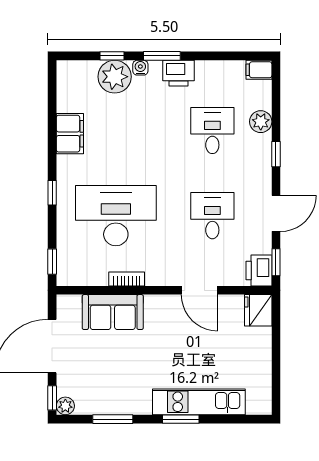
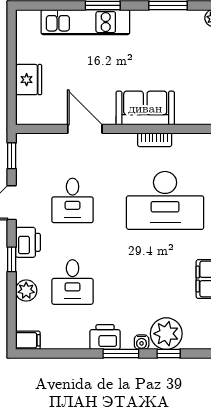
printer: (259, 270) -> (28, 242), moved
fridge: (258, 310) -> (29, 80), moved
sofa: (113, 312) -> (145, 108), moved

